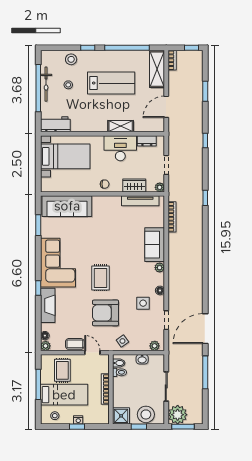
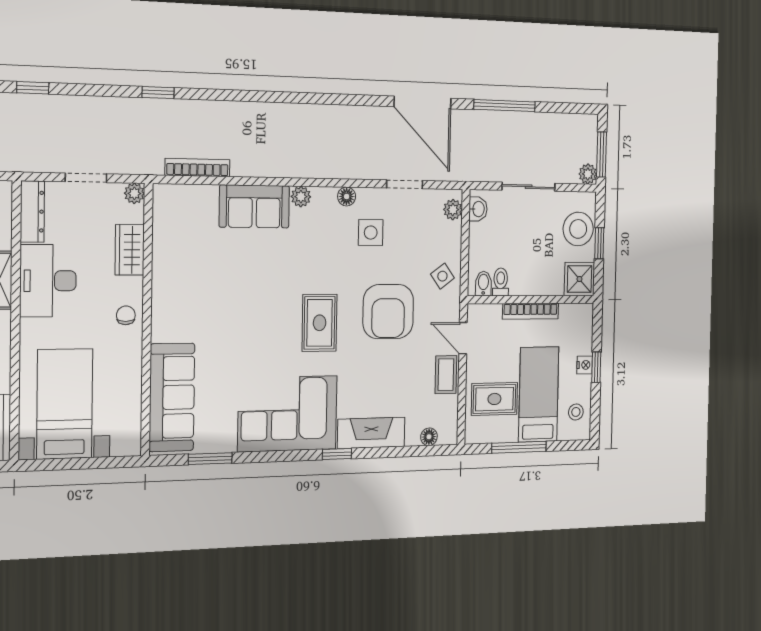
dresser: (147, 141) -> (32, 212), width x1.44
tv unit: (140, 201) -> (162, 237), removed
rug: (100, 278) -> (320, 323), turned 90
plant: (46, 346) -> (448, 435), removed
door: (92, 353) -> (463, 338), hinge flipped
washbasin: (142, 359) -> (478, 209), moved
plant: (178, 415) -> (588, 174), width x0.53, depth x0.53

